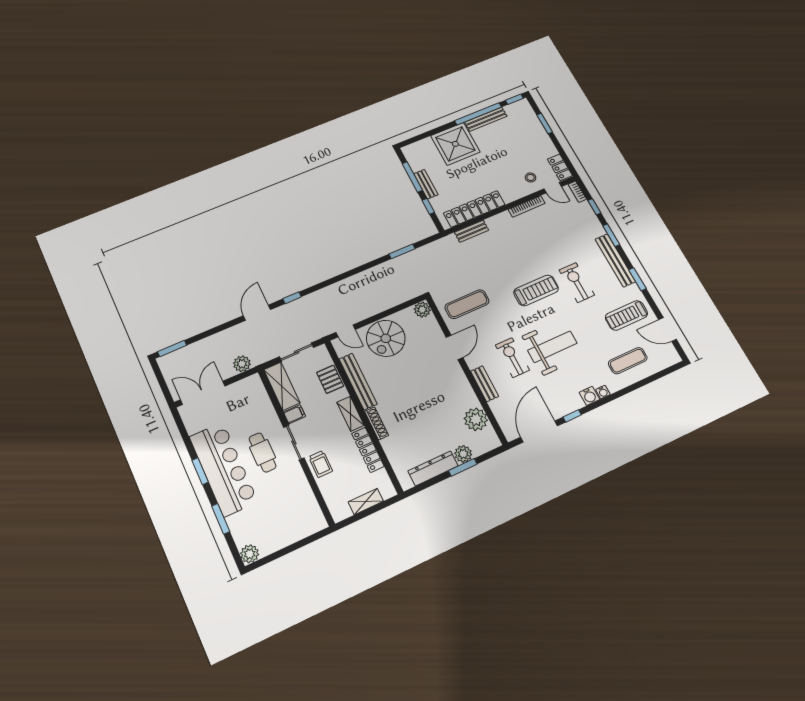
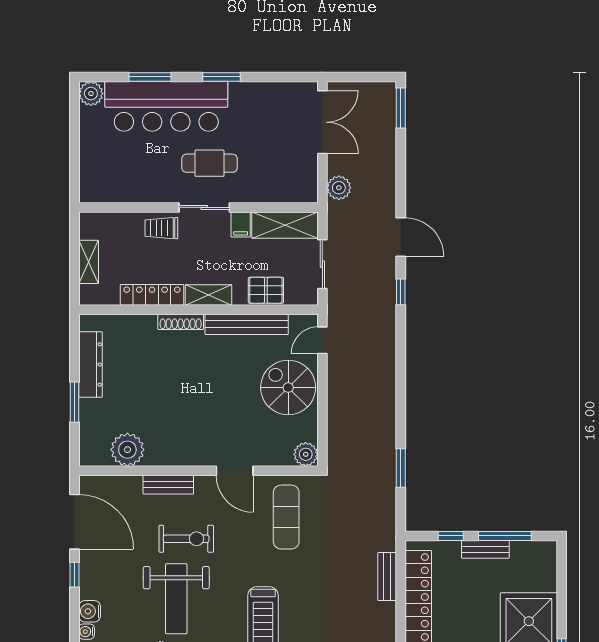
plant: (463, 454) -> (91, 411), removed
bar counter: (223, 469) -> (166, 106), moved

